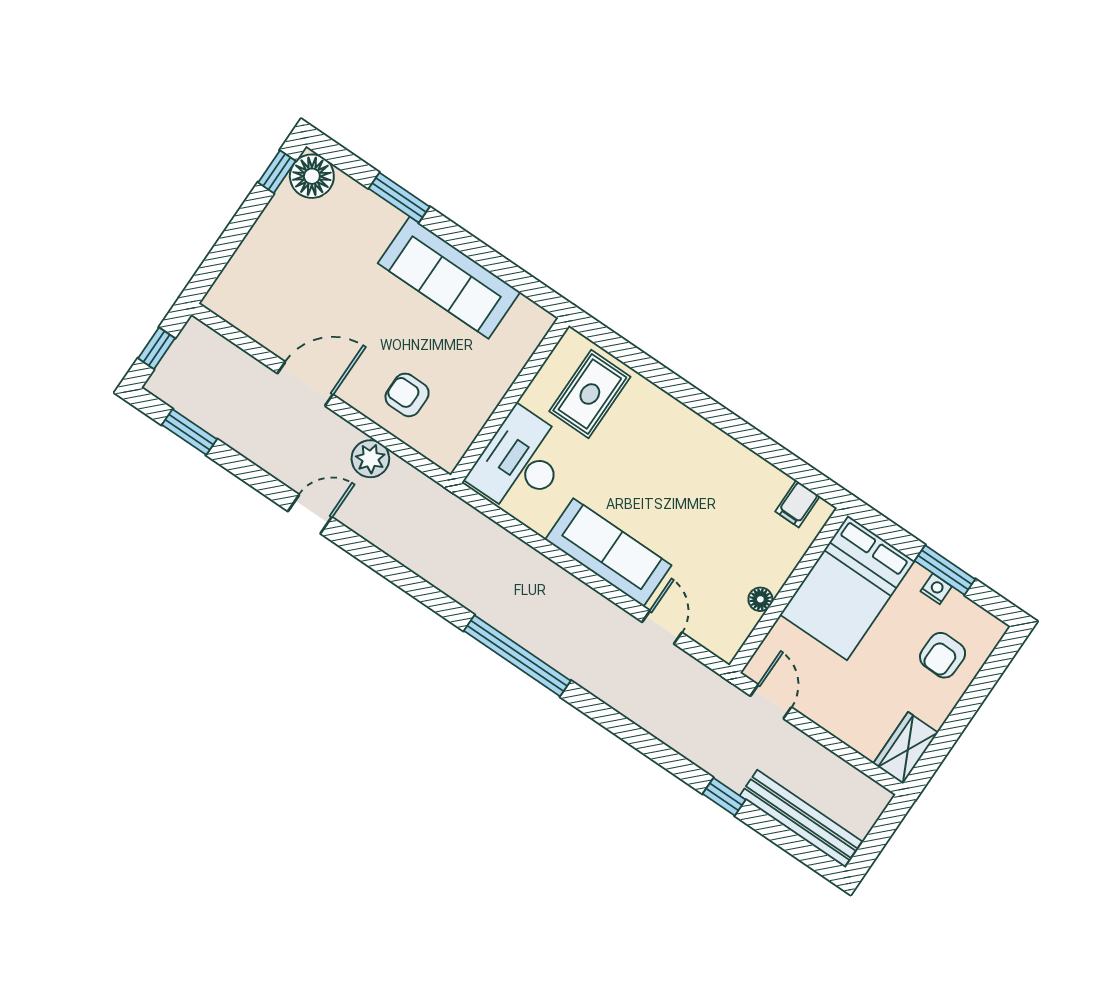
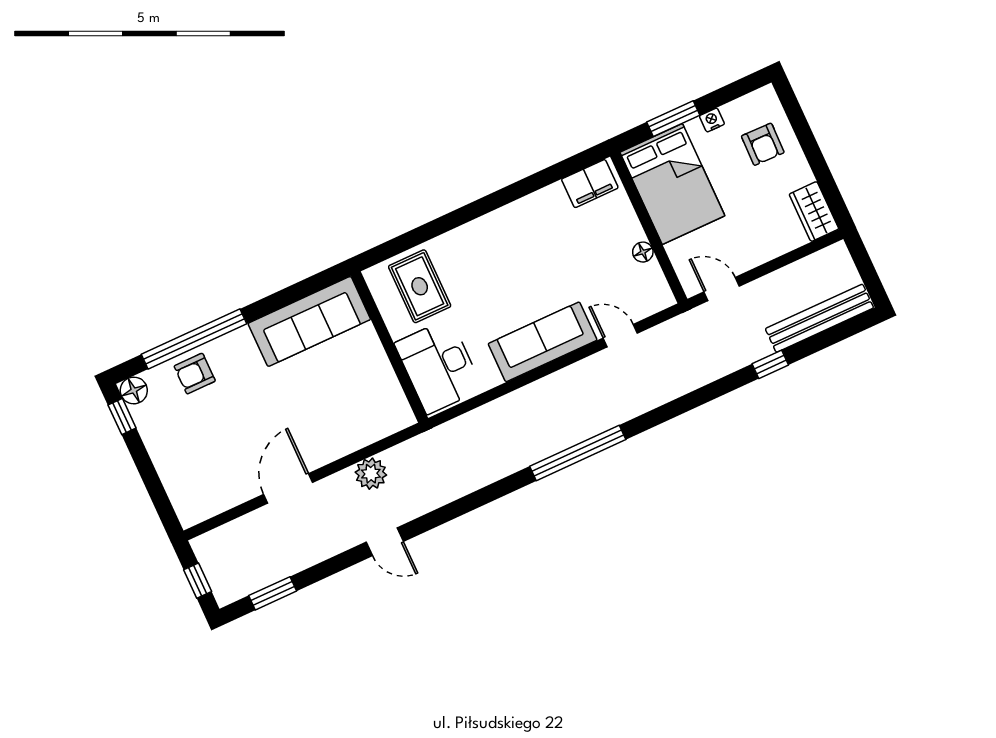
floor lamp: (312, 176) -> (134, 390), width x0.73, depth x0.73
window: (399, 198) -> (194, 339), width x2.11
sofa: (449, 278) -> (309, 321), moved
armchair: (407, 395) -> (195, 374), moved
filing cabinet: (797, 504) -> (590, 184), width x2.00
door: (310, 514) -> (385, 542), swing flipped
window: (945, 570) -> (673, 119), moved

